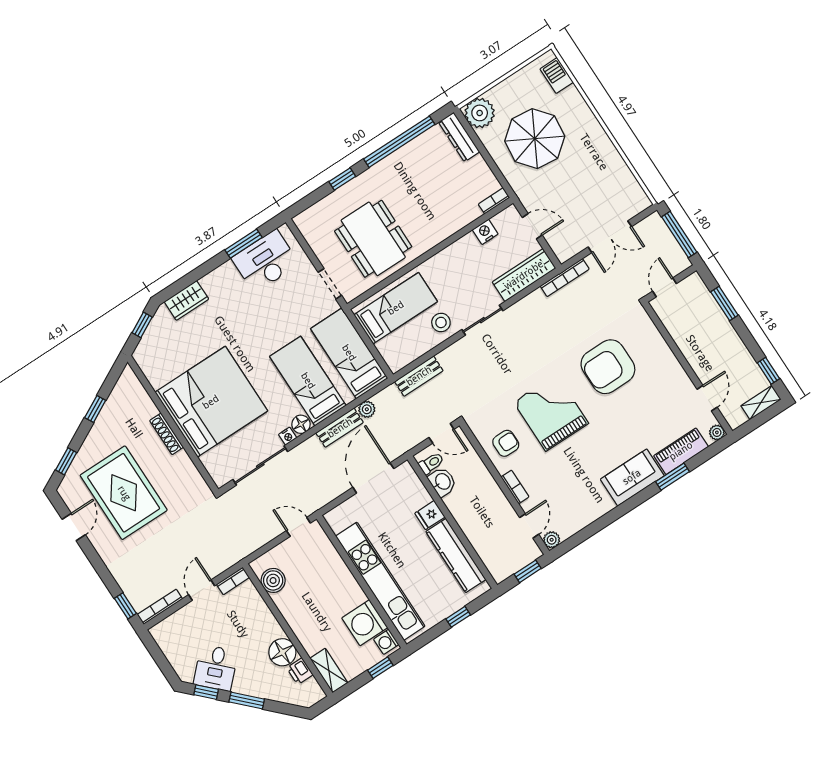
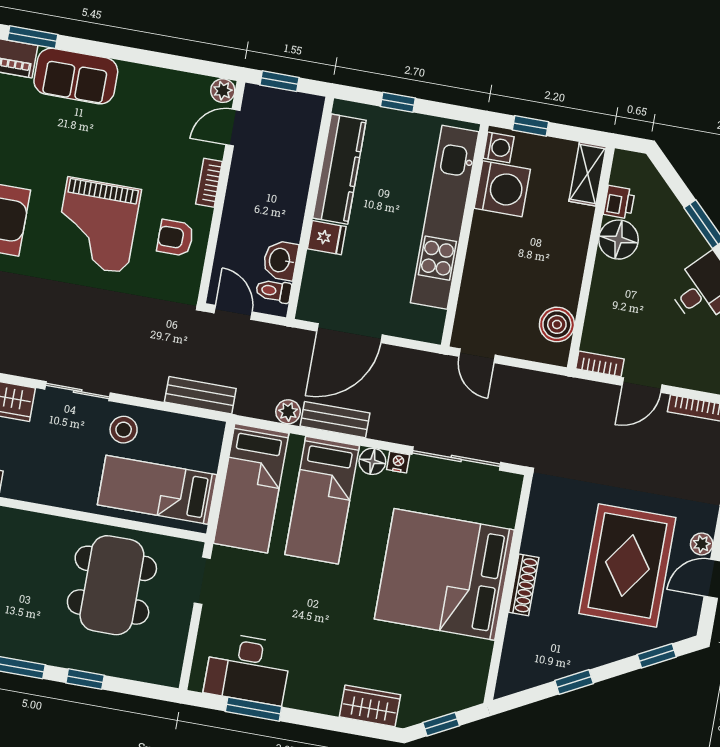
plant: (96, 539) -> (702, 544), added

